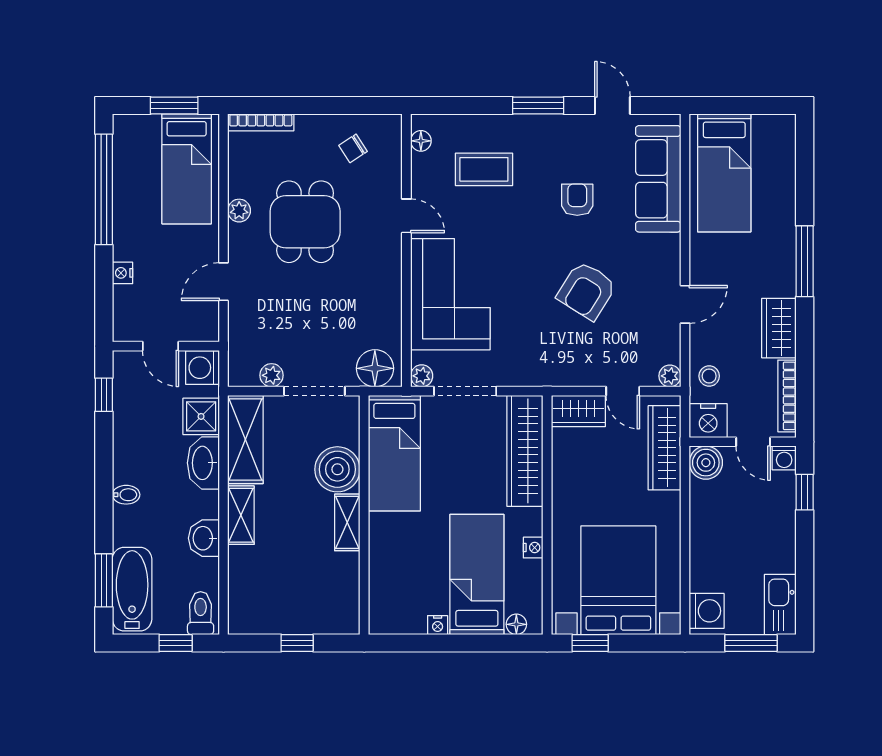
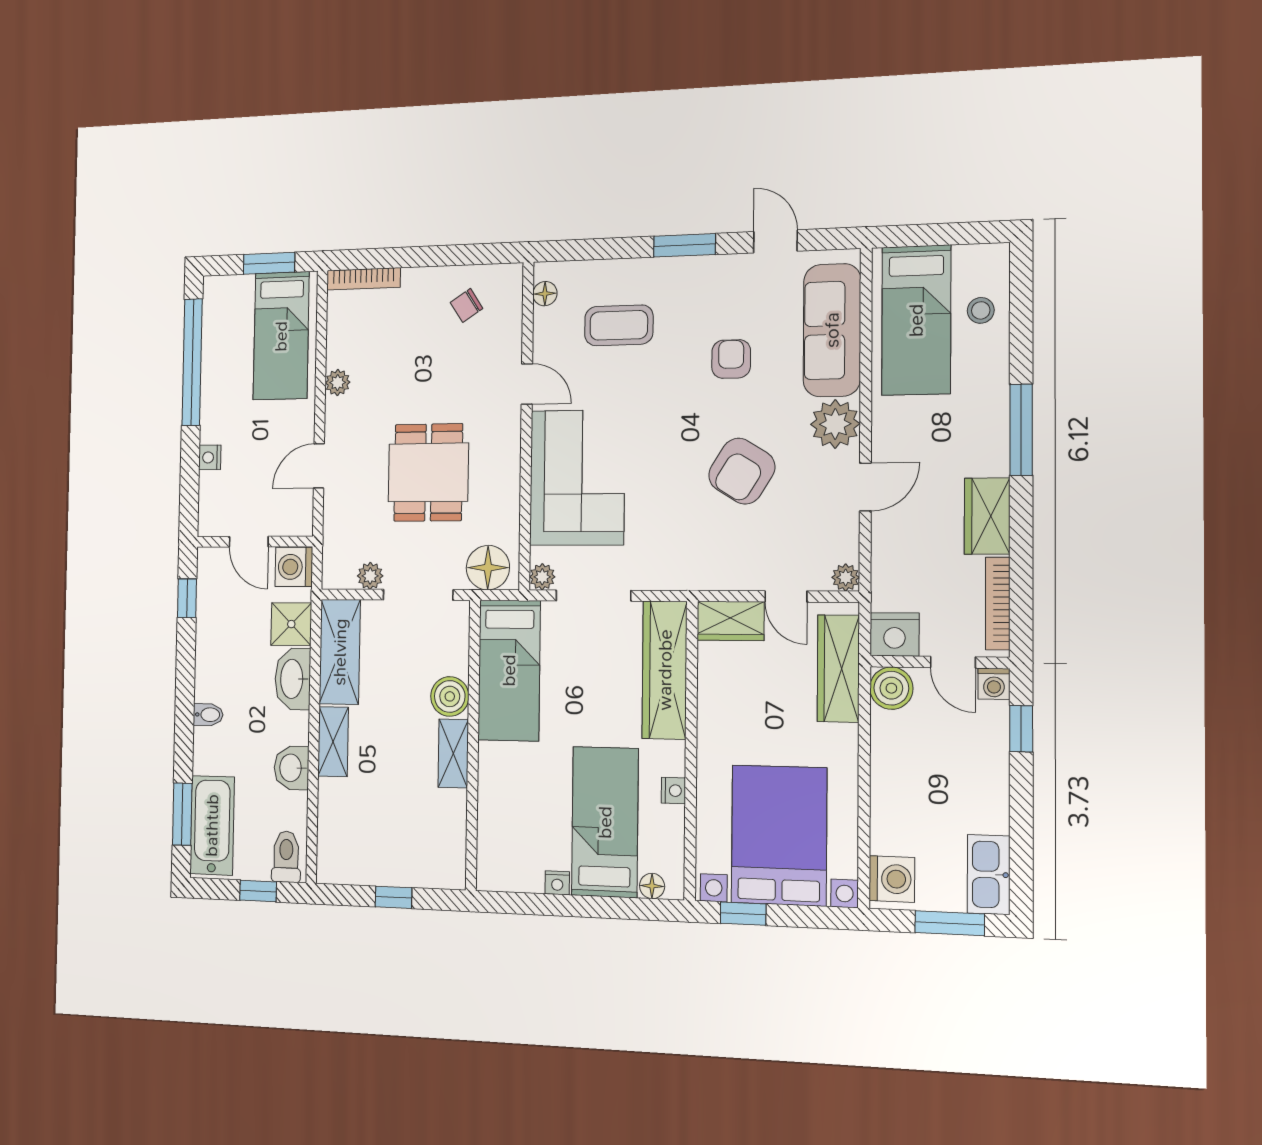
dining table: (305, 222) -> (428, 472), moved
plant: (661, 254) -> (835, 424), added
stool: (709, 376) -> (981, 310), moved
boiler: (337, 469) -> (450, 696), width x0.73, depth x0.73

